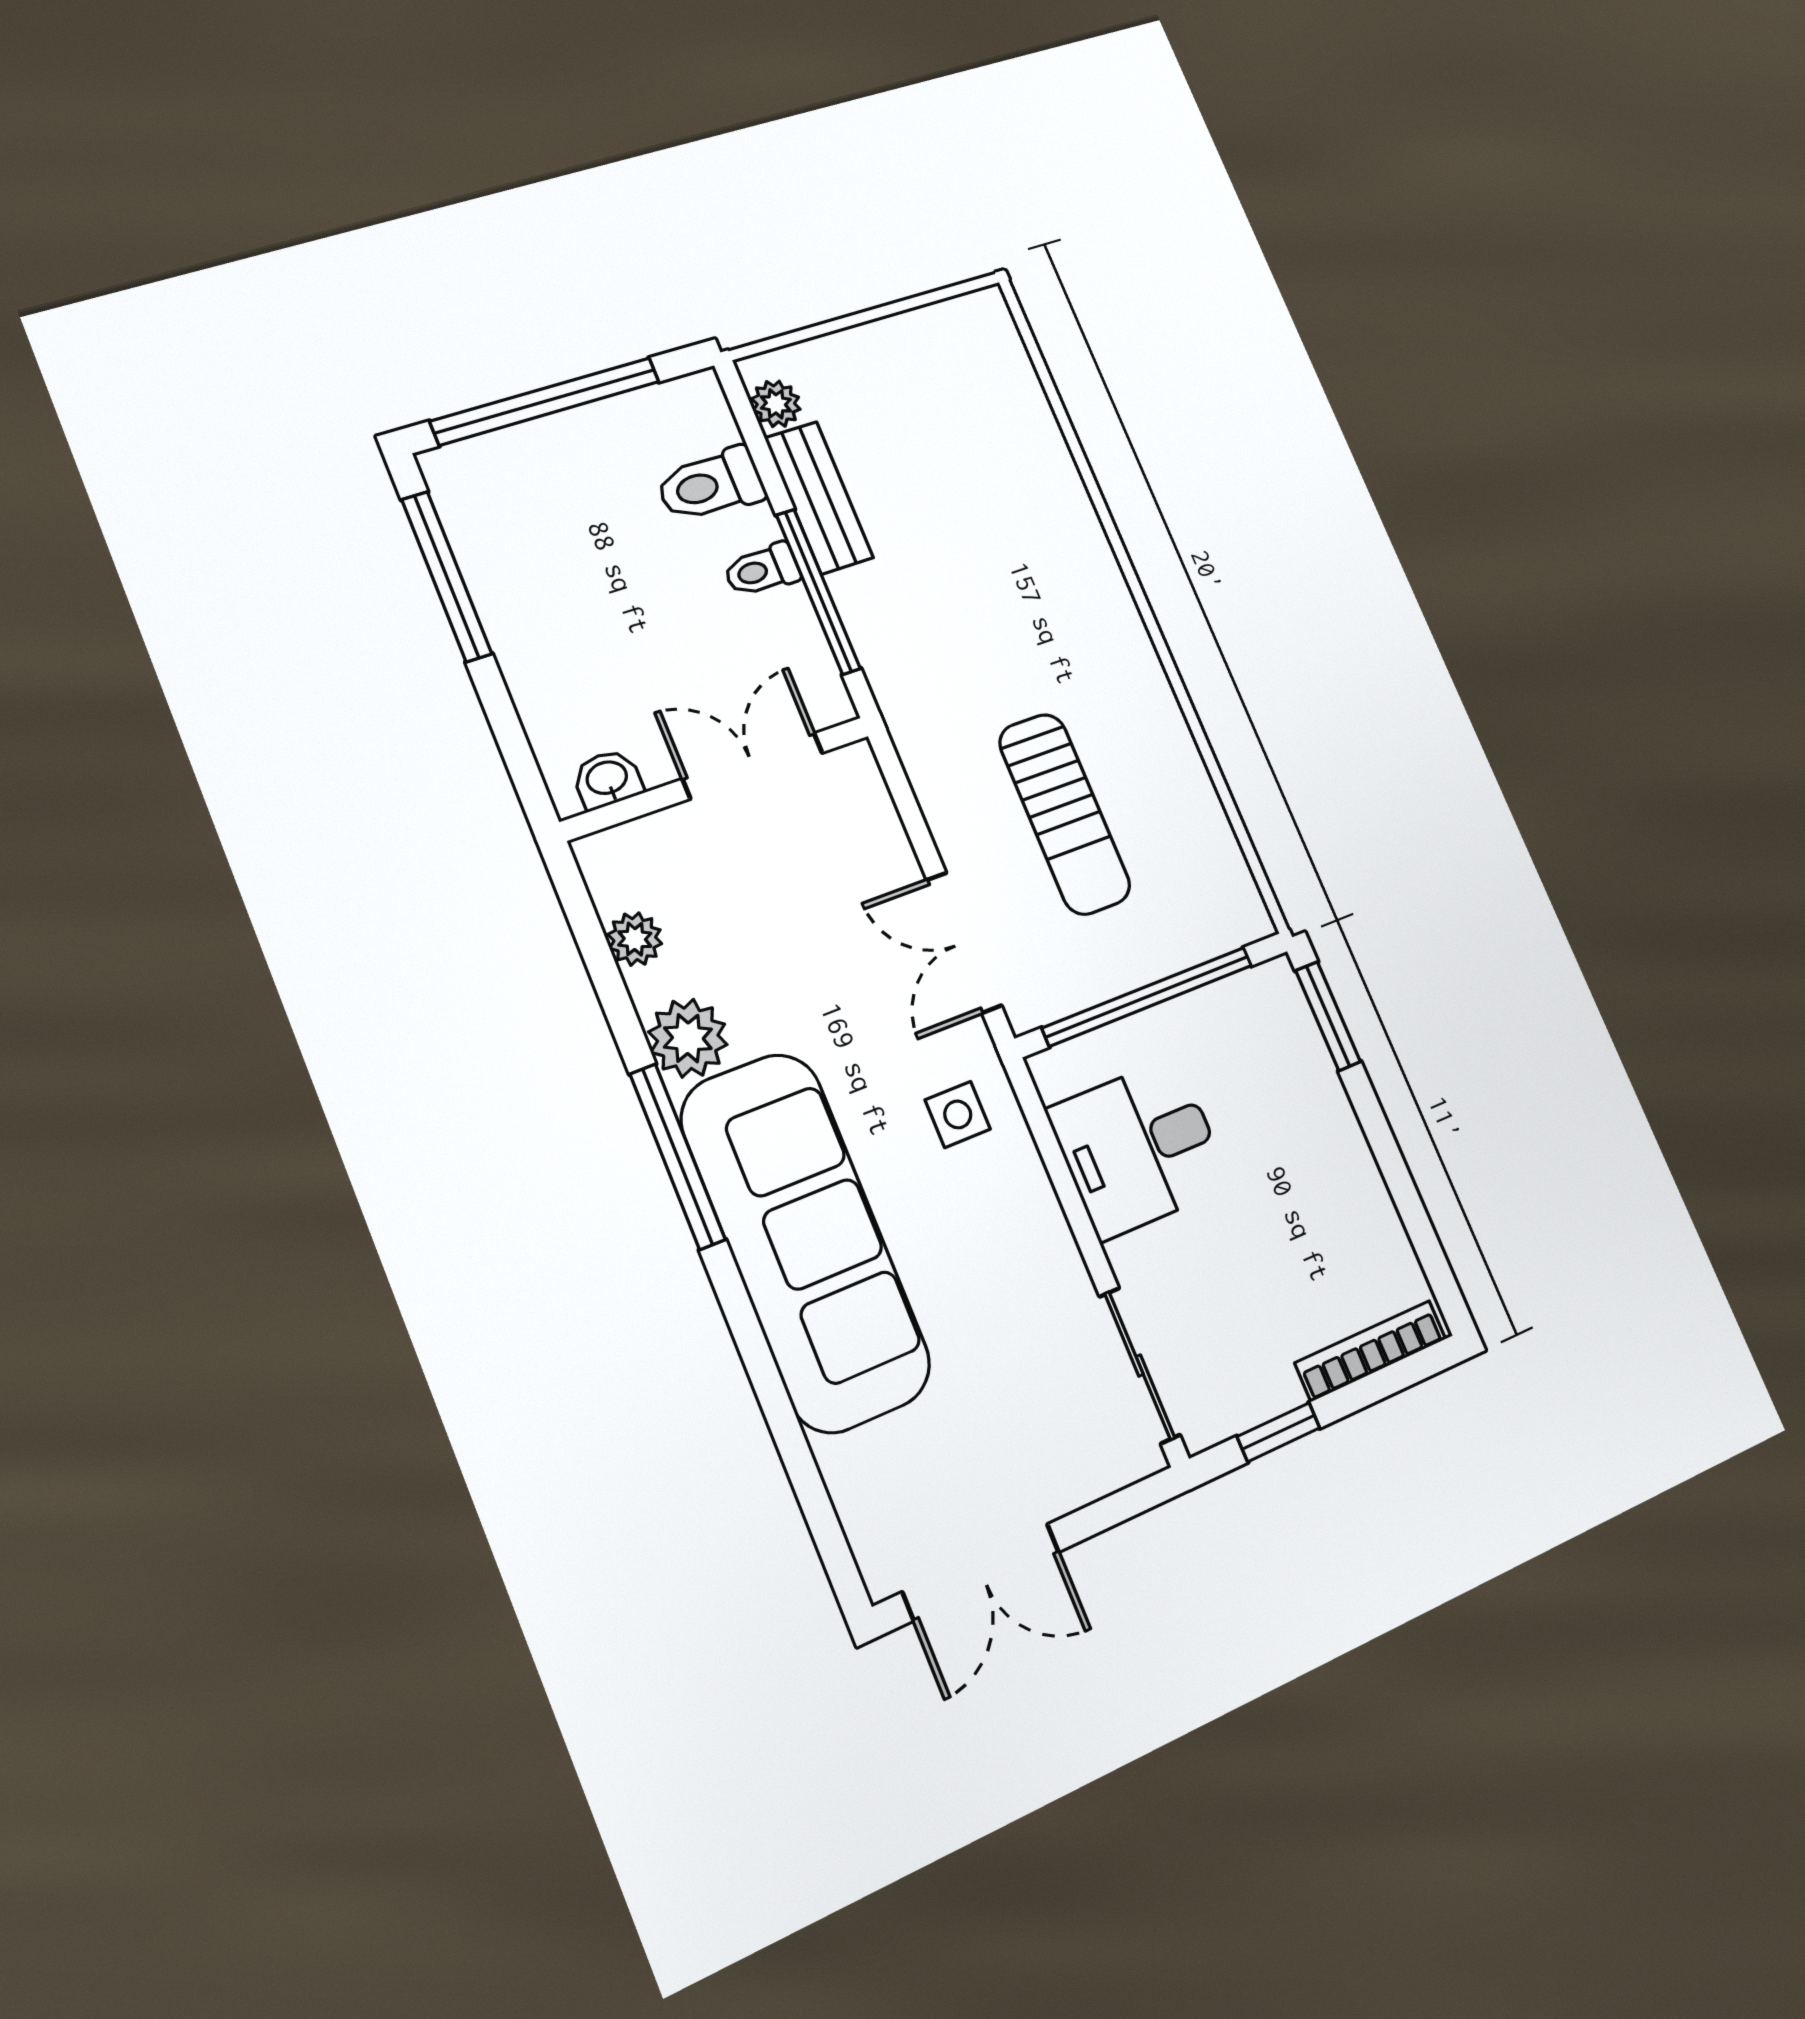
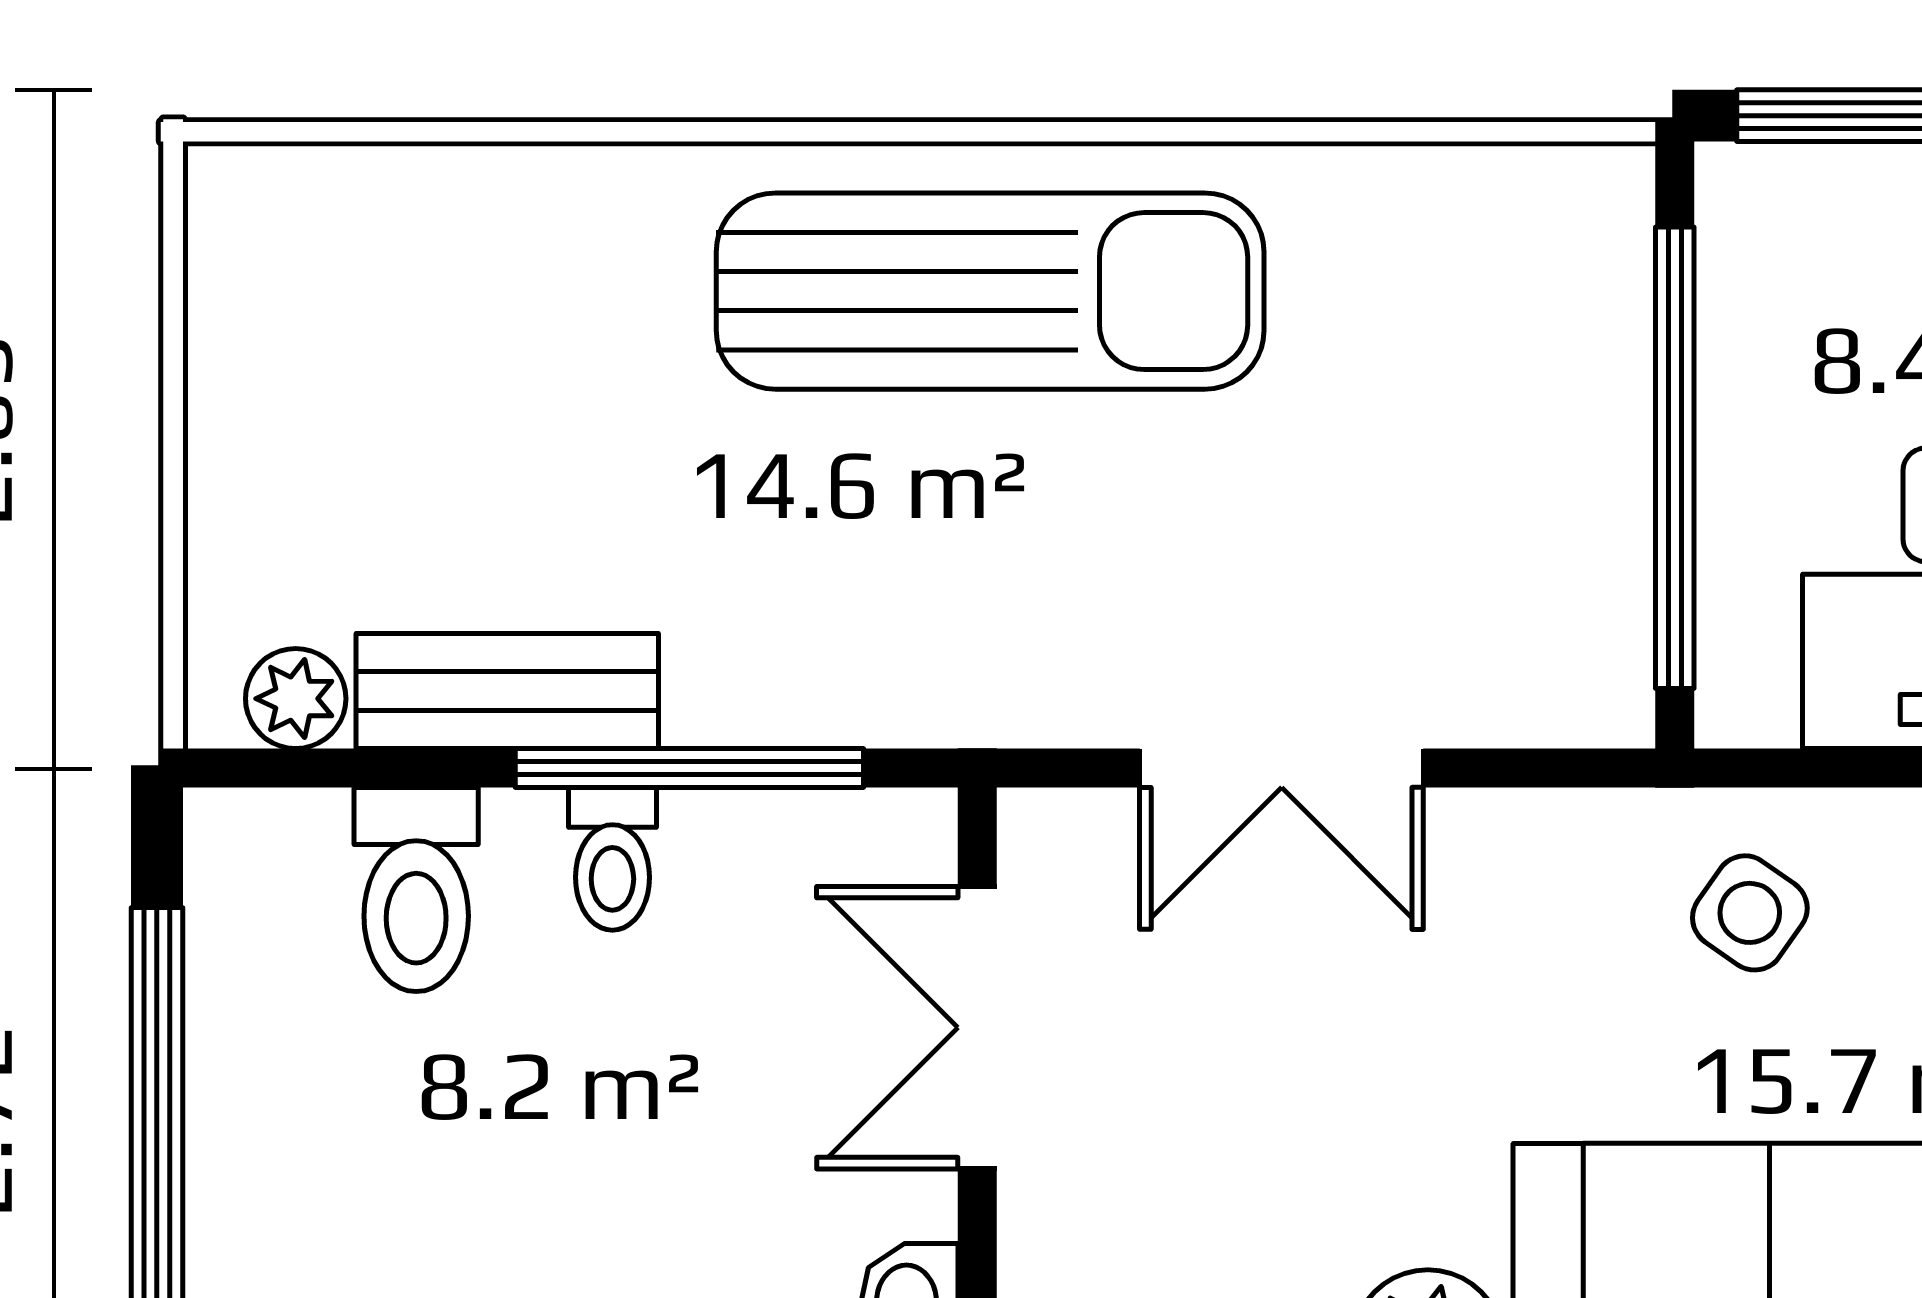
sun lounger: (1065, 814) -> (990, 291), moved, width x1.36, depth x1.34
double door: (964, 943) -> (1282, 768), moved
side table: (958, 1114) -> (1750, 913), turned 35

